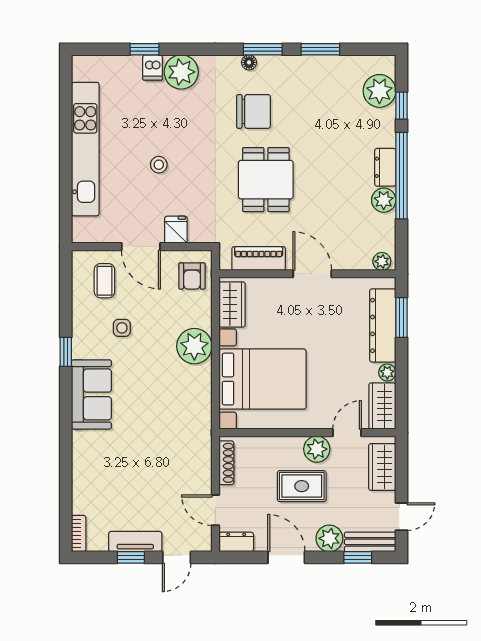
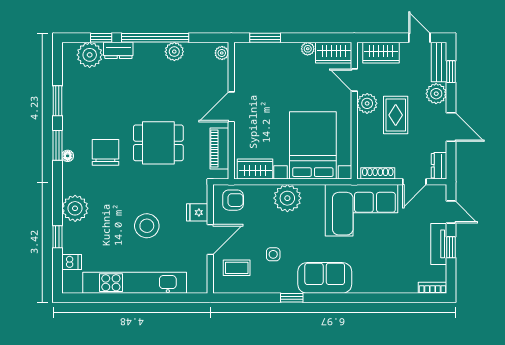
dishwasher: (153, 68) -> (72, 262), moved
stool: (159, 165) -> (147, 226), width x1.89, depth x1.89
dresser: (385, 167) -> (118, 50), moved
dresser: (383, 325) -> (271, 52), removed
corner sofa: (179, 442) -> (362, 210), added
door: (286, 557) -> (451, 127), swing flipped

